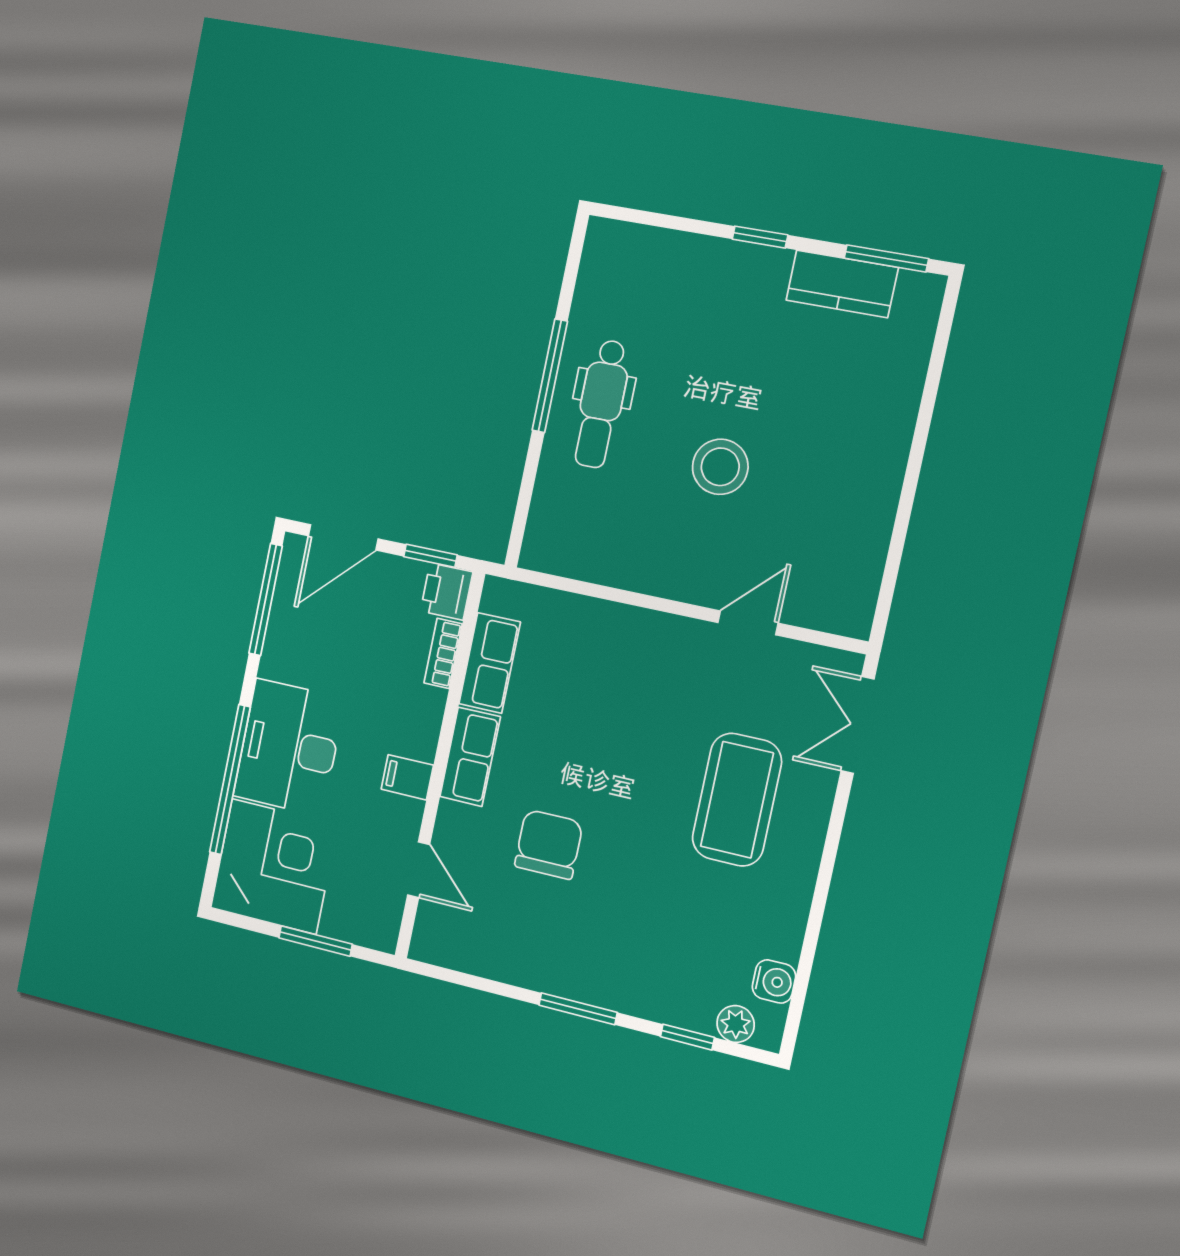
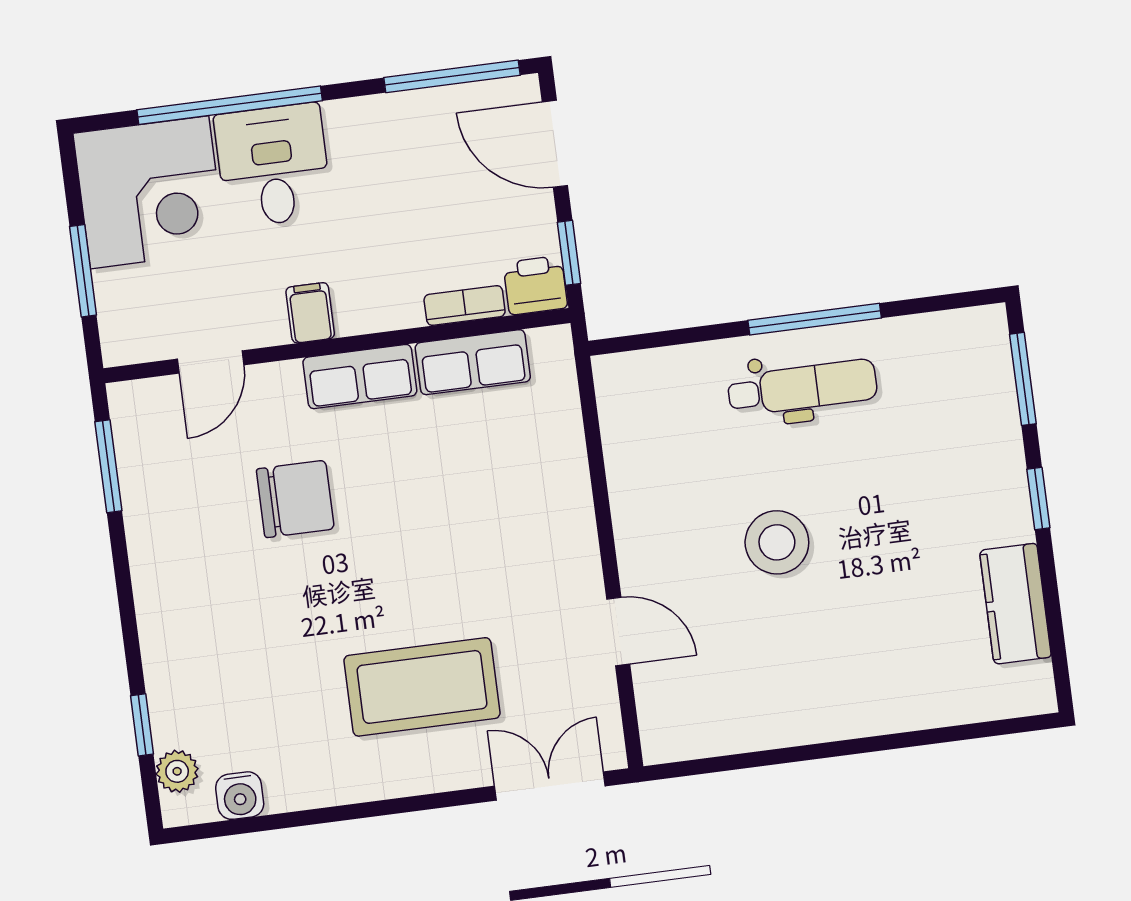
window: (886, 258) -> (1023, 379), moved
dental chair: (601, 404) -> (802, 388), turned 180
desk: (289, 747) -> (273, 165), width x0.73
window: (578, 1009) -> (108, 466), moved

